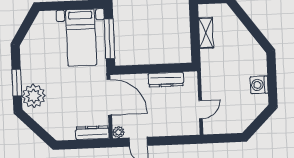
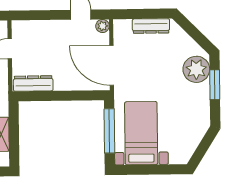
dresser: (166, 80) -> (33, 83), moved
dresser: (92, 133) -> (151, 26), moved

